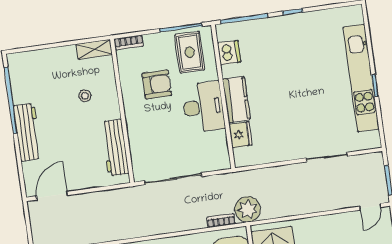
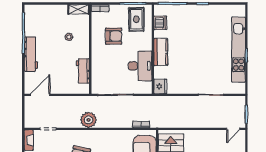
desk: (203, 107) -> (140, 66), moved
fridge: (240, 135) -> (160, 86), moved
workbench: (115, 148) -> (83, 71), width x0.73
plant: (248, 209) -> (89, 120), moved

